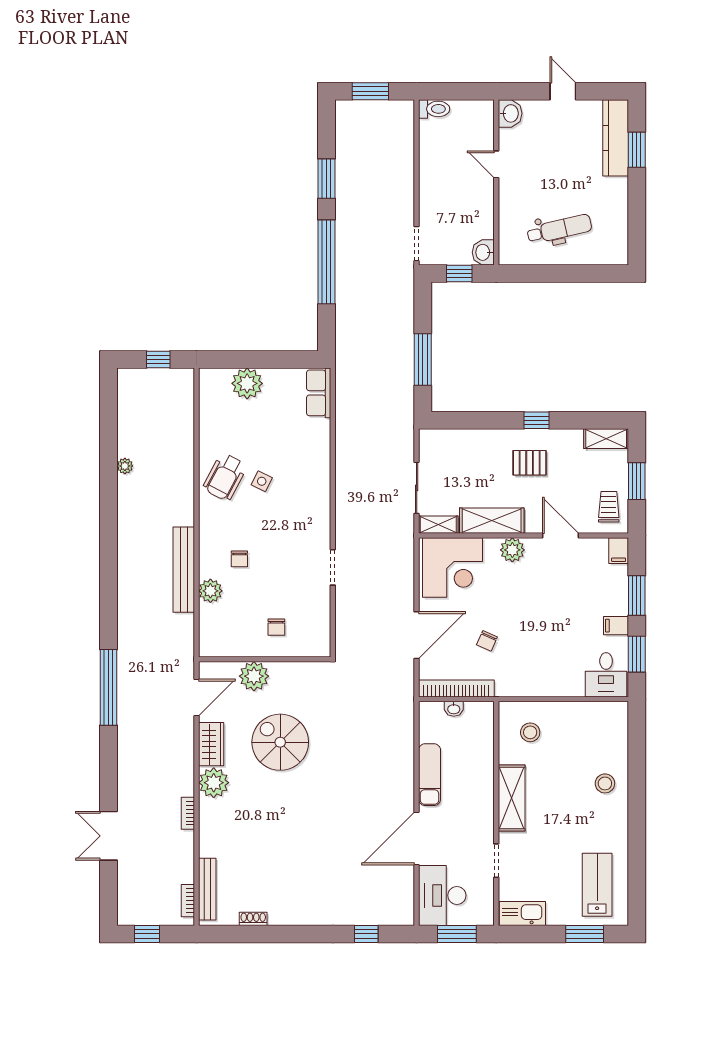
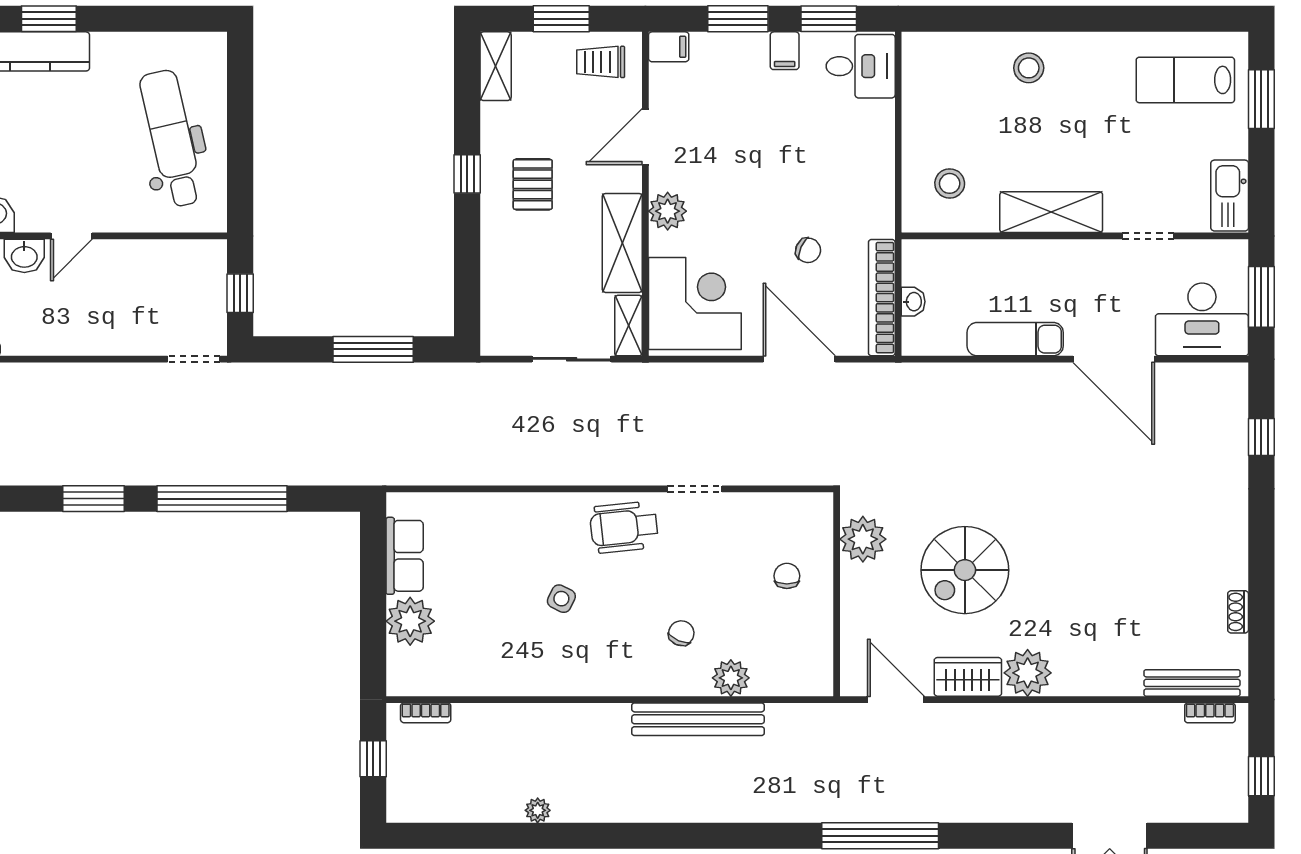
dental chair: (559, 229) -> (171, 138), width x1.36, depth x1.38
washbasin: (483, 252) -> (24, 256), moved
row of seats: (319, 393) -> (405, 556), moved, turned -90
wheelchair: (225, 477) -> (624, 527), moved, turned 146
chair: (239, 559) -> (681, 633), turned -67
chair: (276, 627) -> (787, 576), turned -90
plant: (254, 676) -> (863, 539), moved
bookcase: (188, 813) -> (426, 713), moved

